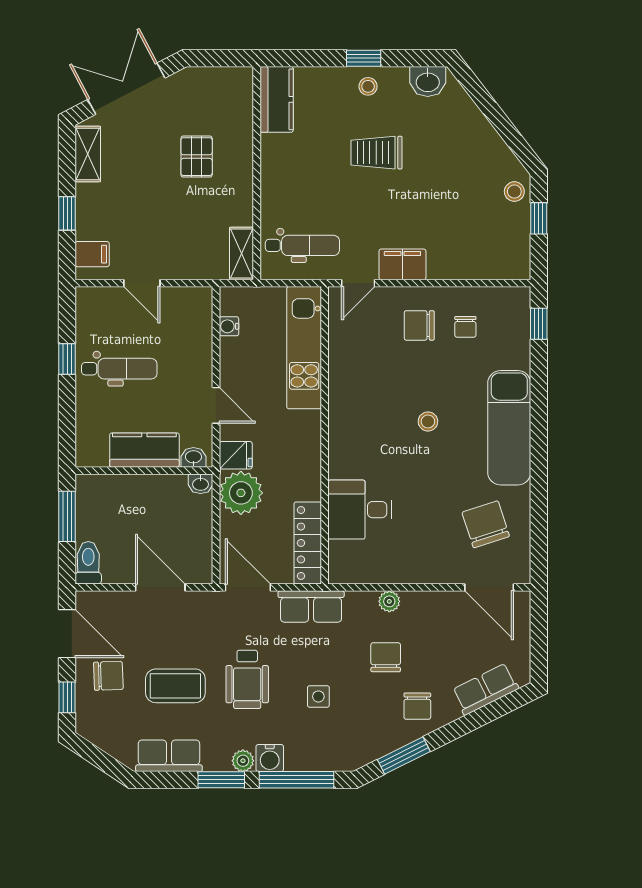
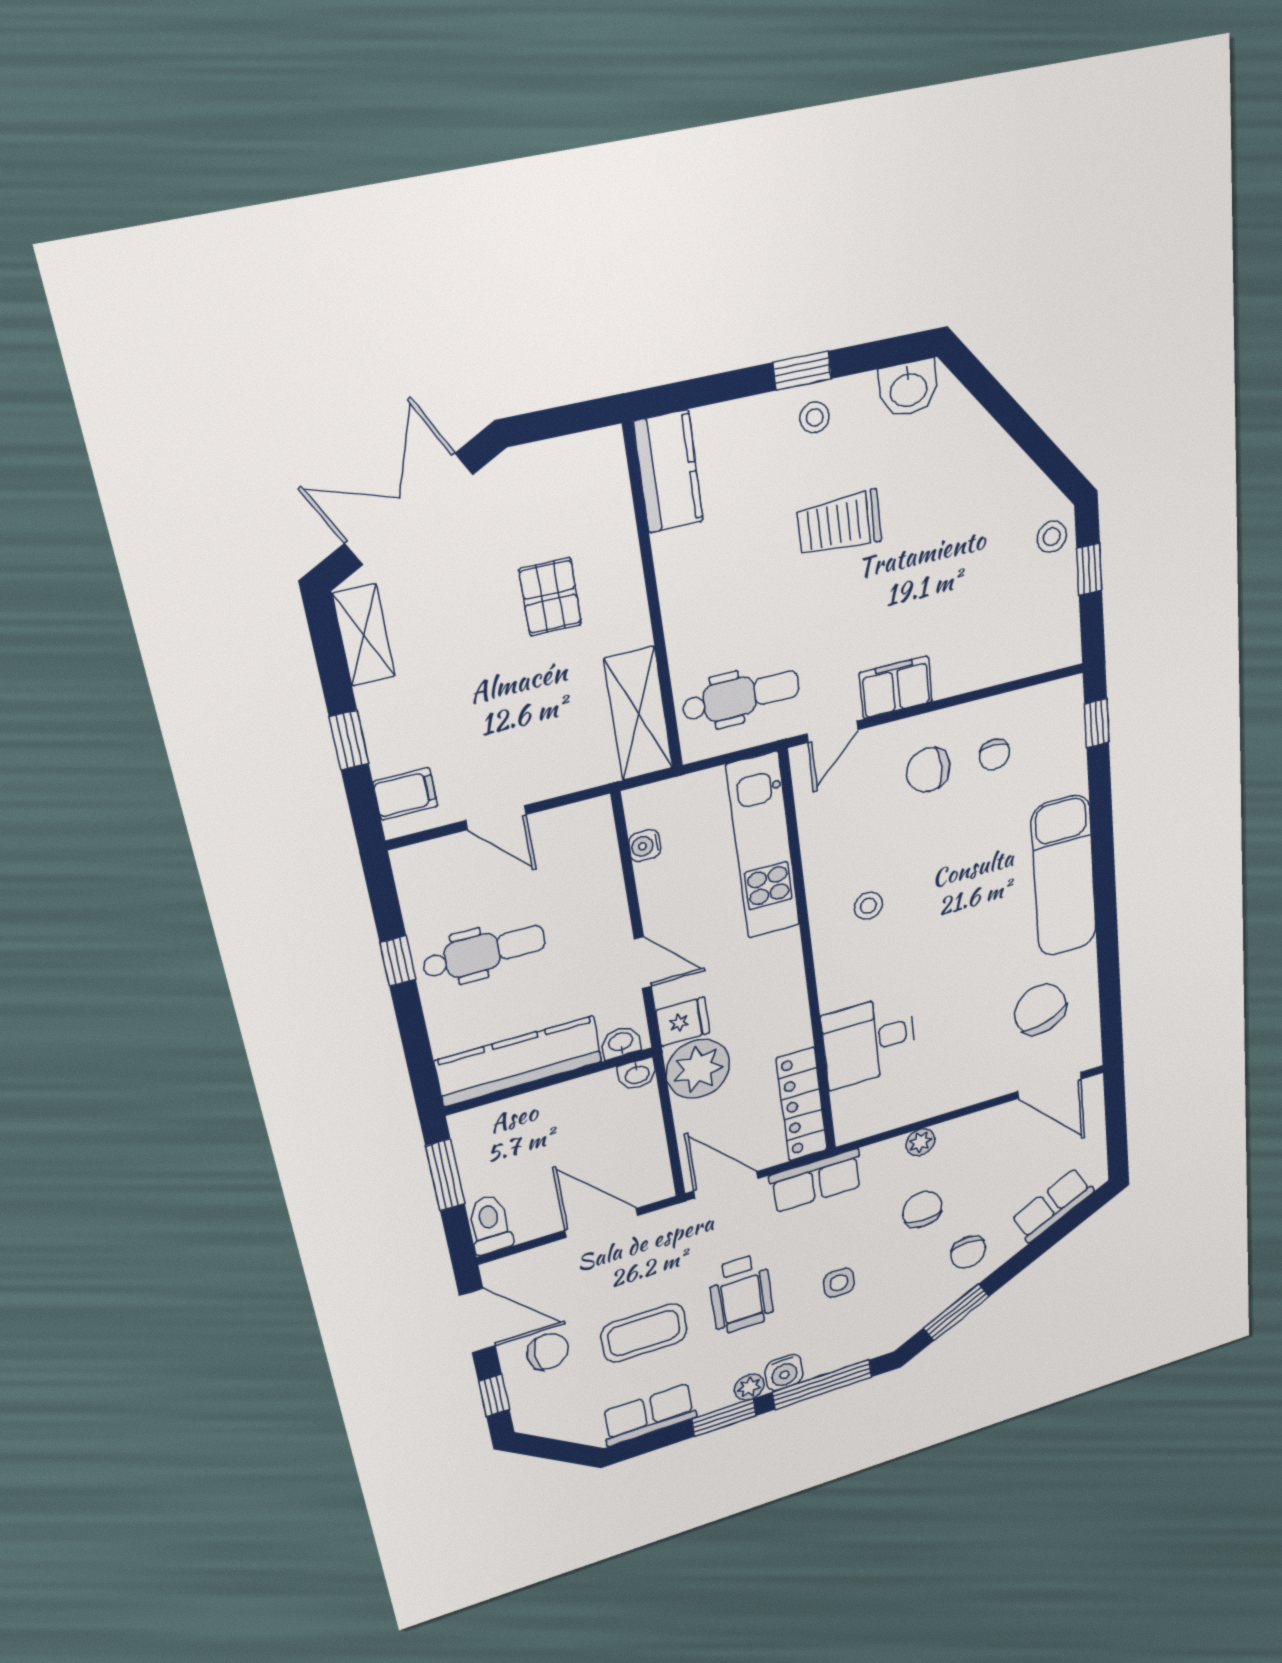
shelving: (242, 253) -> (639, 714), width x1.50, depth x1.33
stool: (428, 421) -> (868, 906), moved
kitchen counter: (144, 450) -> (519, 1061), width x1.50

